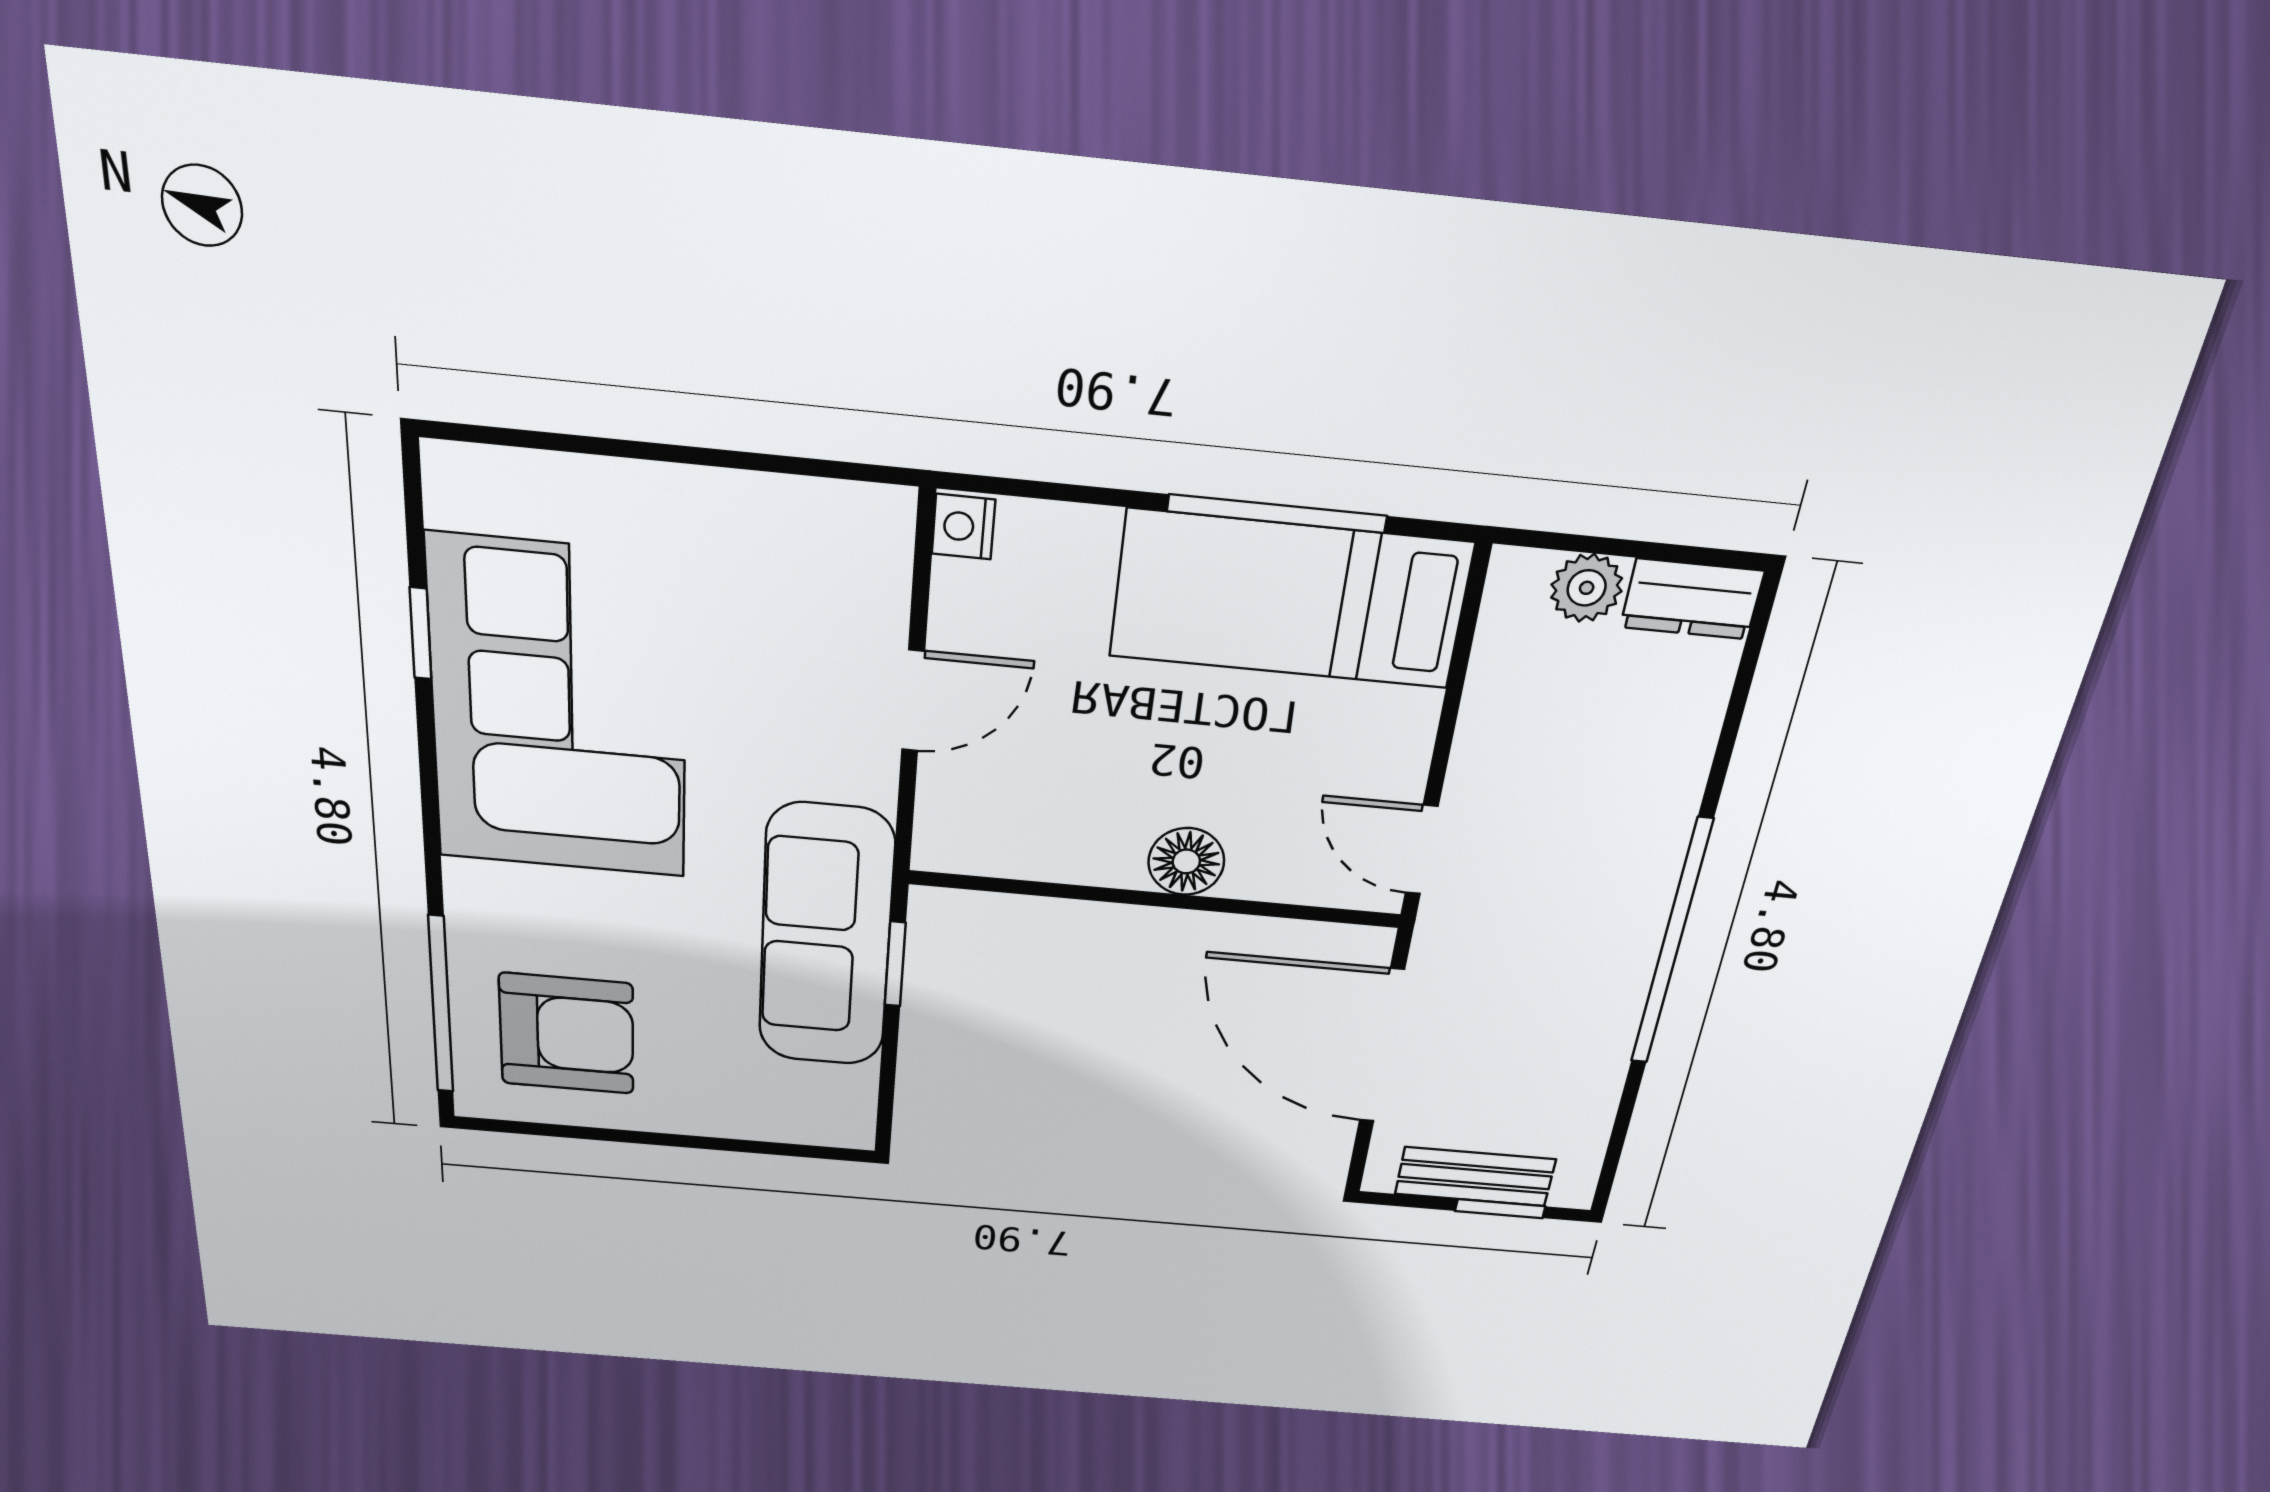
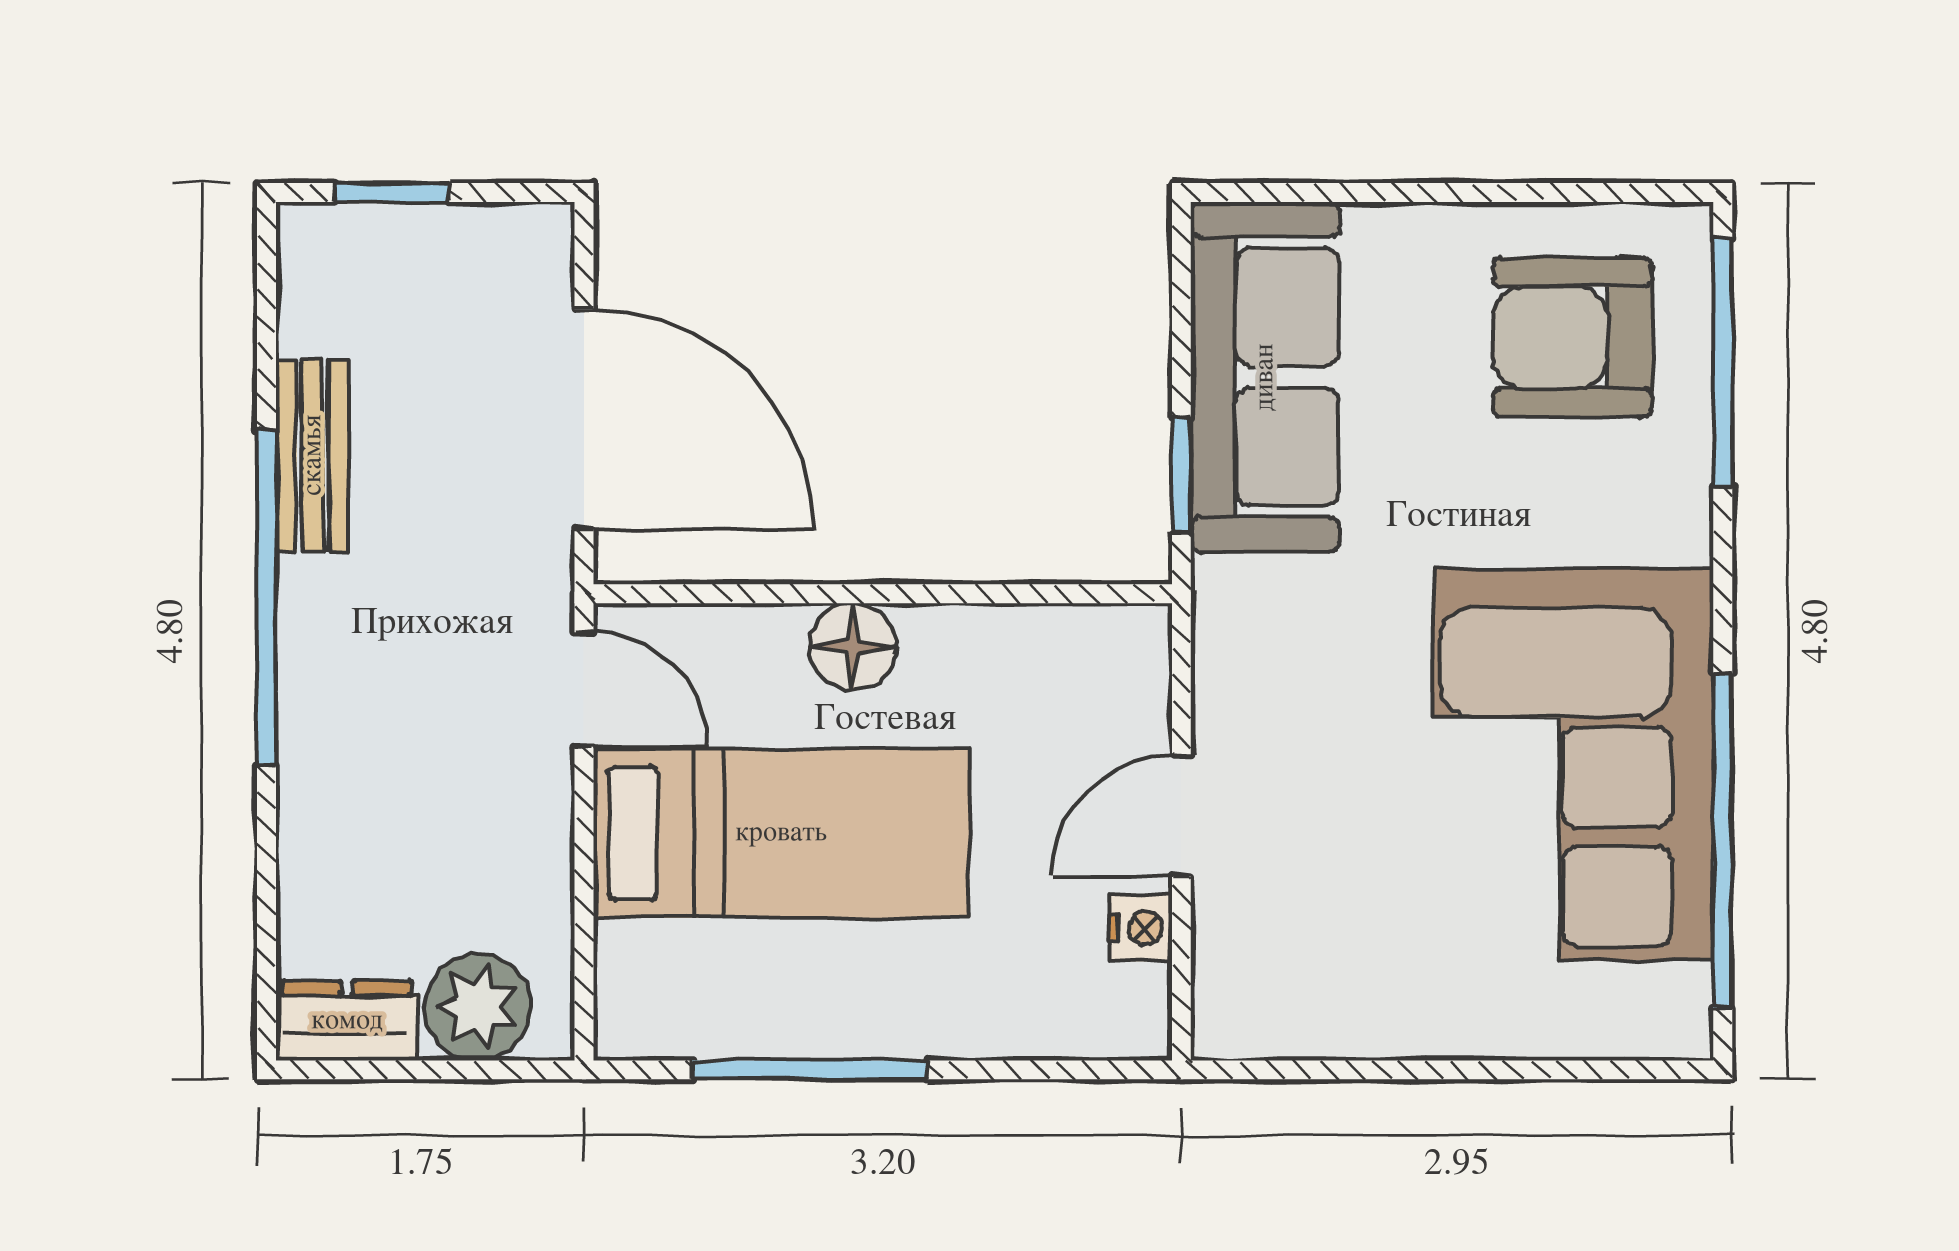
nightstand: (963, 527) -> (1141, 928), moved
plant: (1587, 588) -> (478, 1007), width x1.38, depth x1.38
bed: (1290, 600) -> (781, 833), moved
window: (421, 633) -> (1723, 841), width x3.17
sofa: (826, 937) -> (1265, 377), moved
bench: (1475, 1177) -> (313, 455), moved, turned 90

